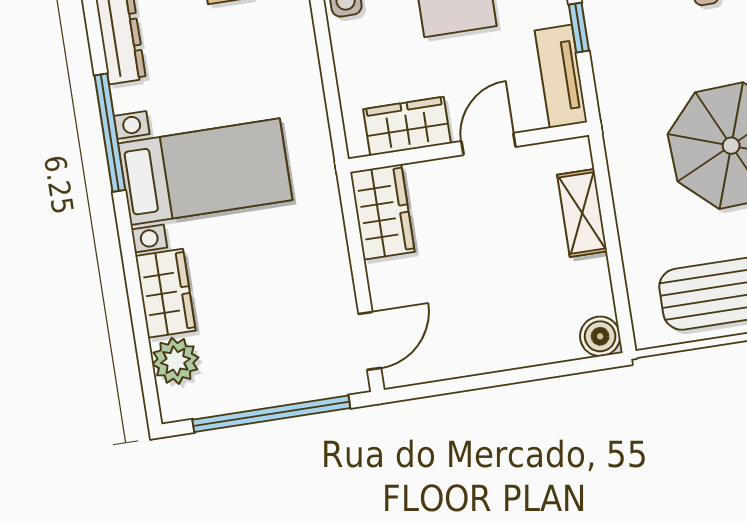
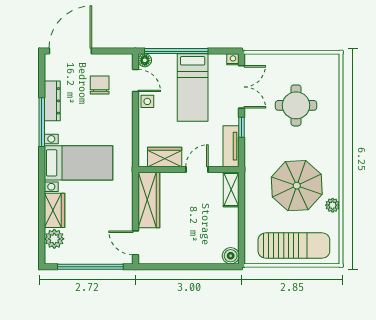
window: (110, 133) -> (42, 122), moved
wardrobe: (382, 212) -> (149, 200), width x1.50
shelving: (582, 213) -> (231, 190), moved
door: (370, 341) -> (136, 243), swing flipped

